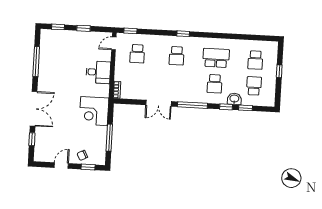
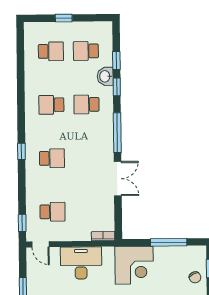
school desk: (216, 58) -> (51, 105), width x0.54
desk: (98, 72) -> (81, 263), width x1.37
school desk: (215, 84) -> (87, 104), turned 180

